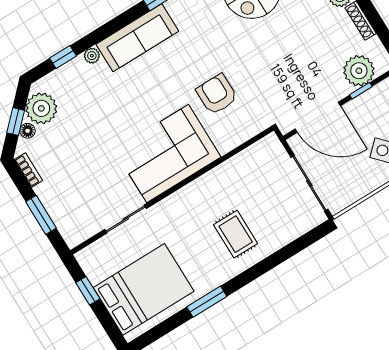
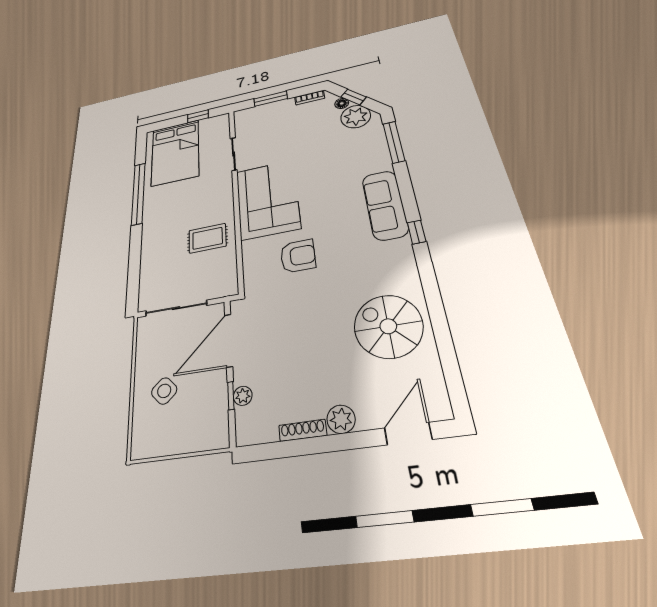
plant: (92, 56) -> (385, 164), removed
window: (63, 57) -> (394, 142), width x2.17
plant: (359, 71) -> (243, 396), width x0.53, depth x0.53
rug: (236, 234) -> (207, 238), moved
window: (207, 302) -> (138, 193), width x2.11

